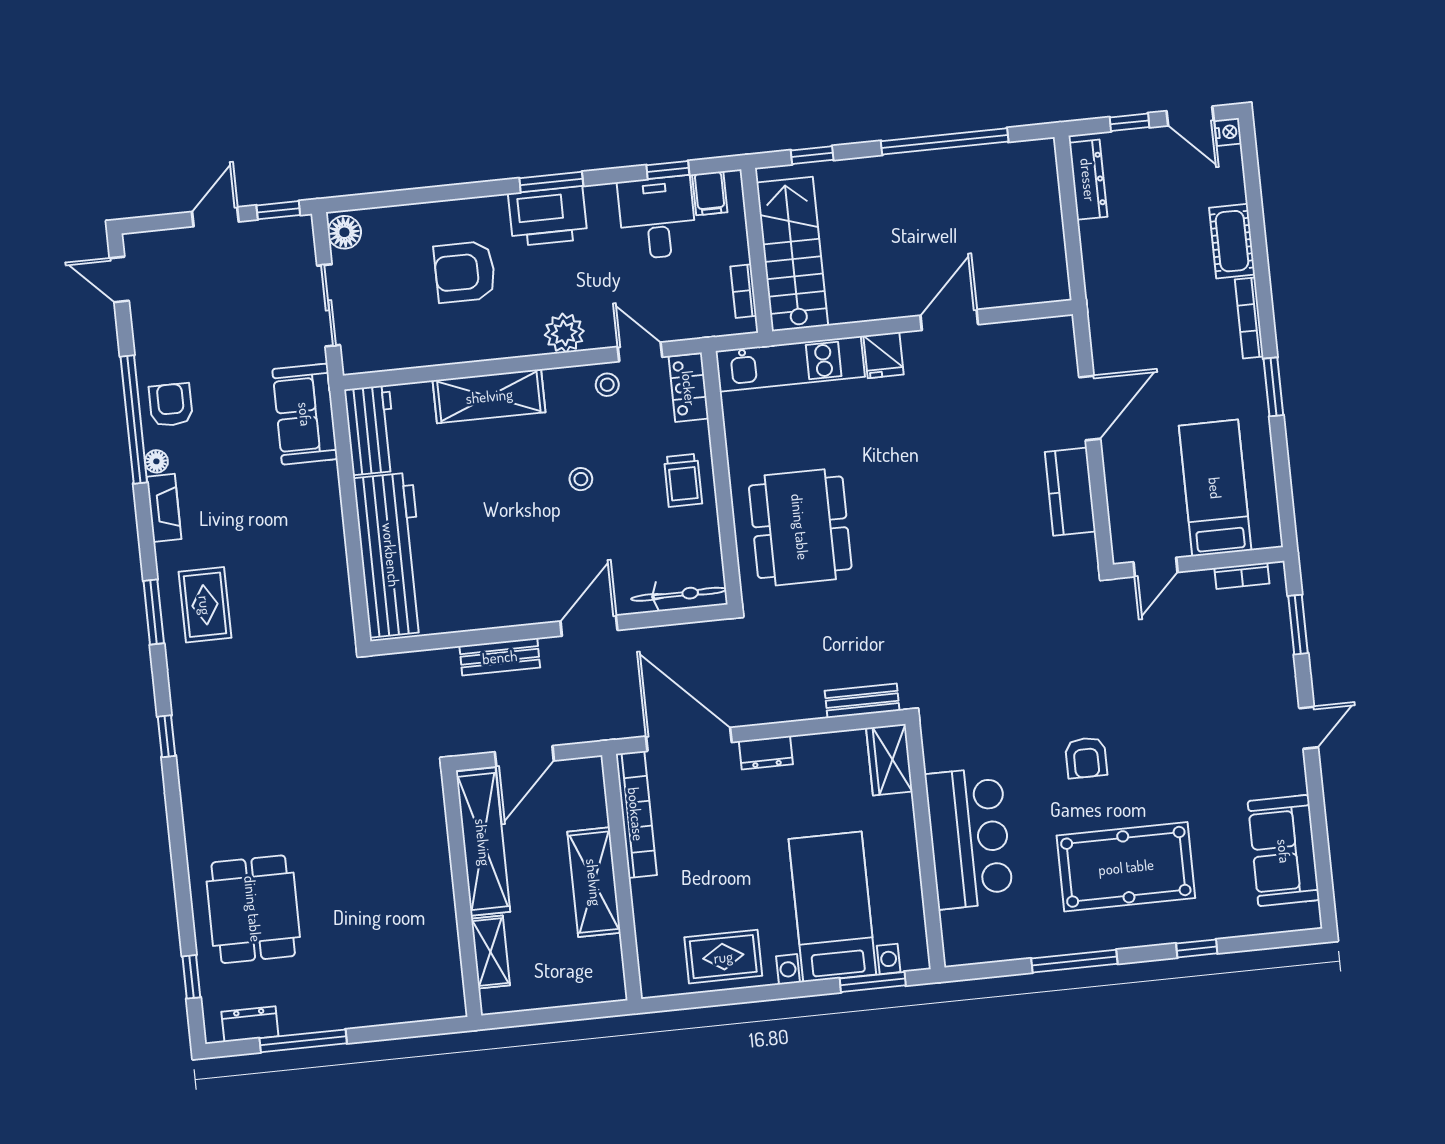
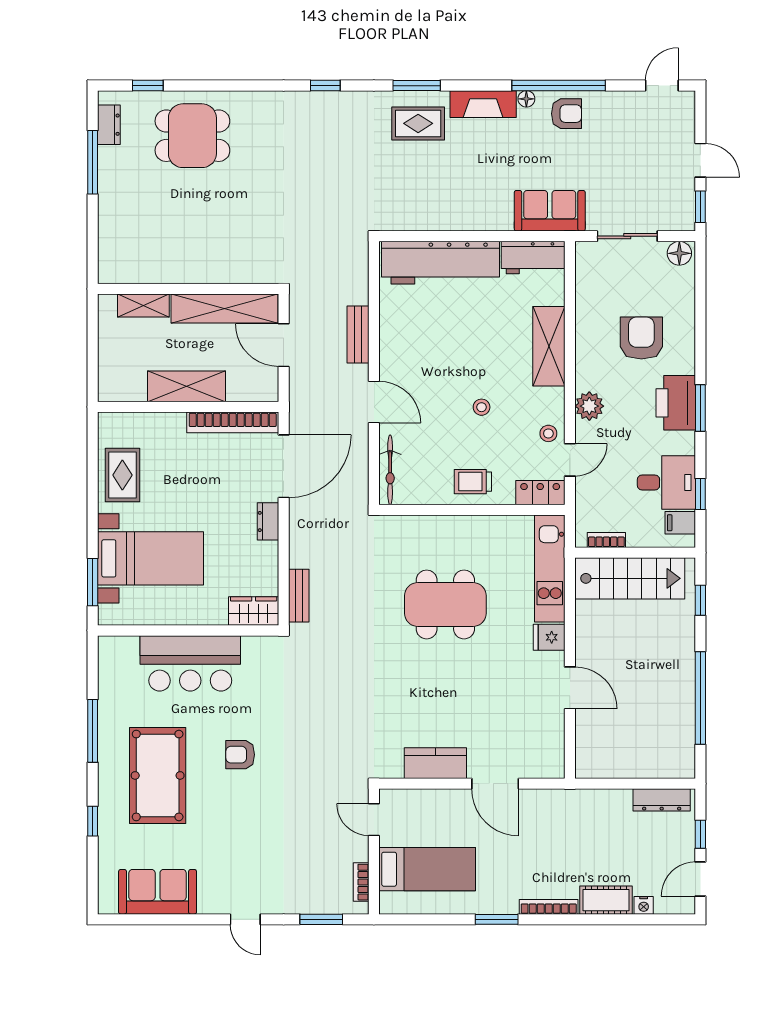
nightstand: (1228, 132) -> (644, 905), moved
fireplace: (164, 508) -> (483, 104), width x1.37, depth x1.32
dining table: (800, 527) -> (445, 604), moved

